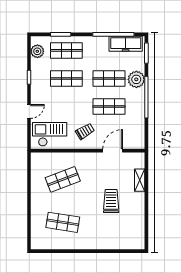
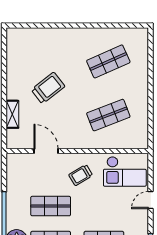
door: (113, 151) -> (46, 151), swing flipped
trolley: (111, 201) -> (48, 88), turned -128
shop shelf: (63, 222) -> (108, 61), turned -33

